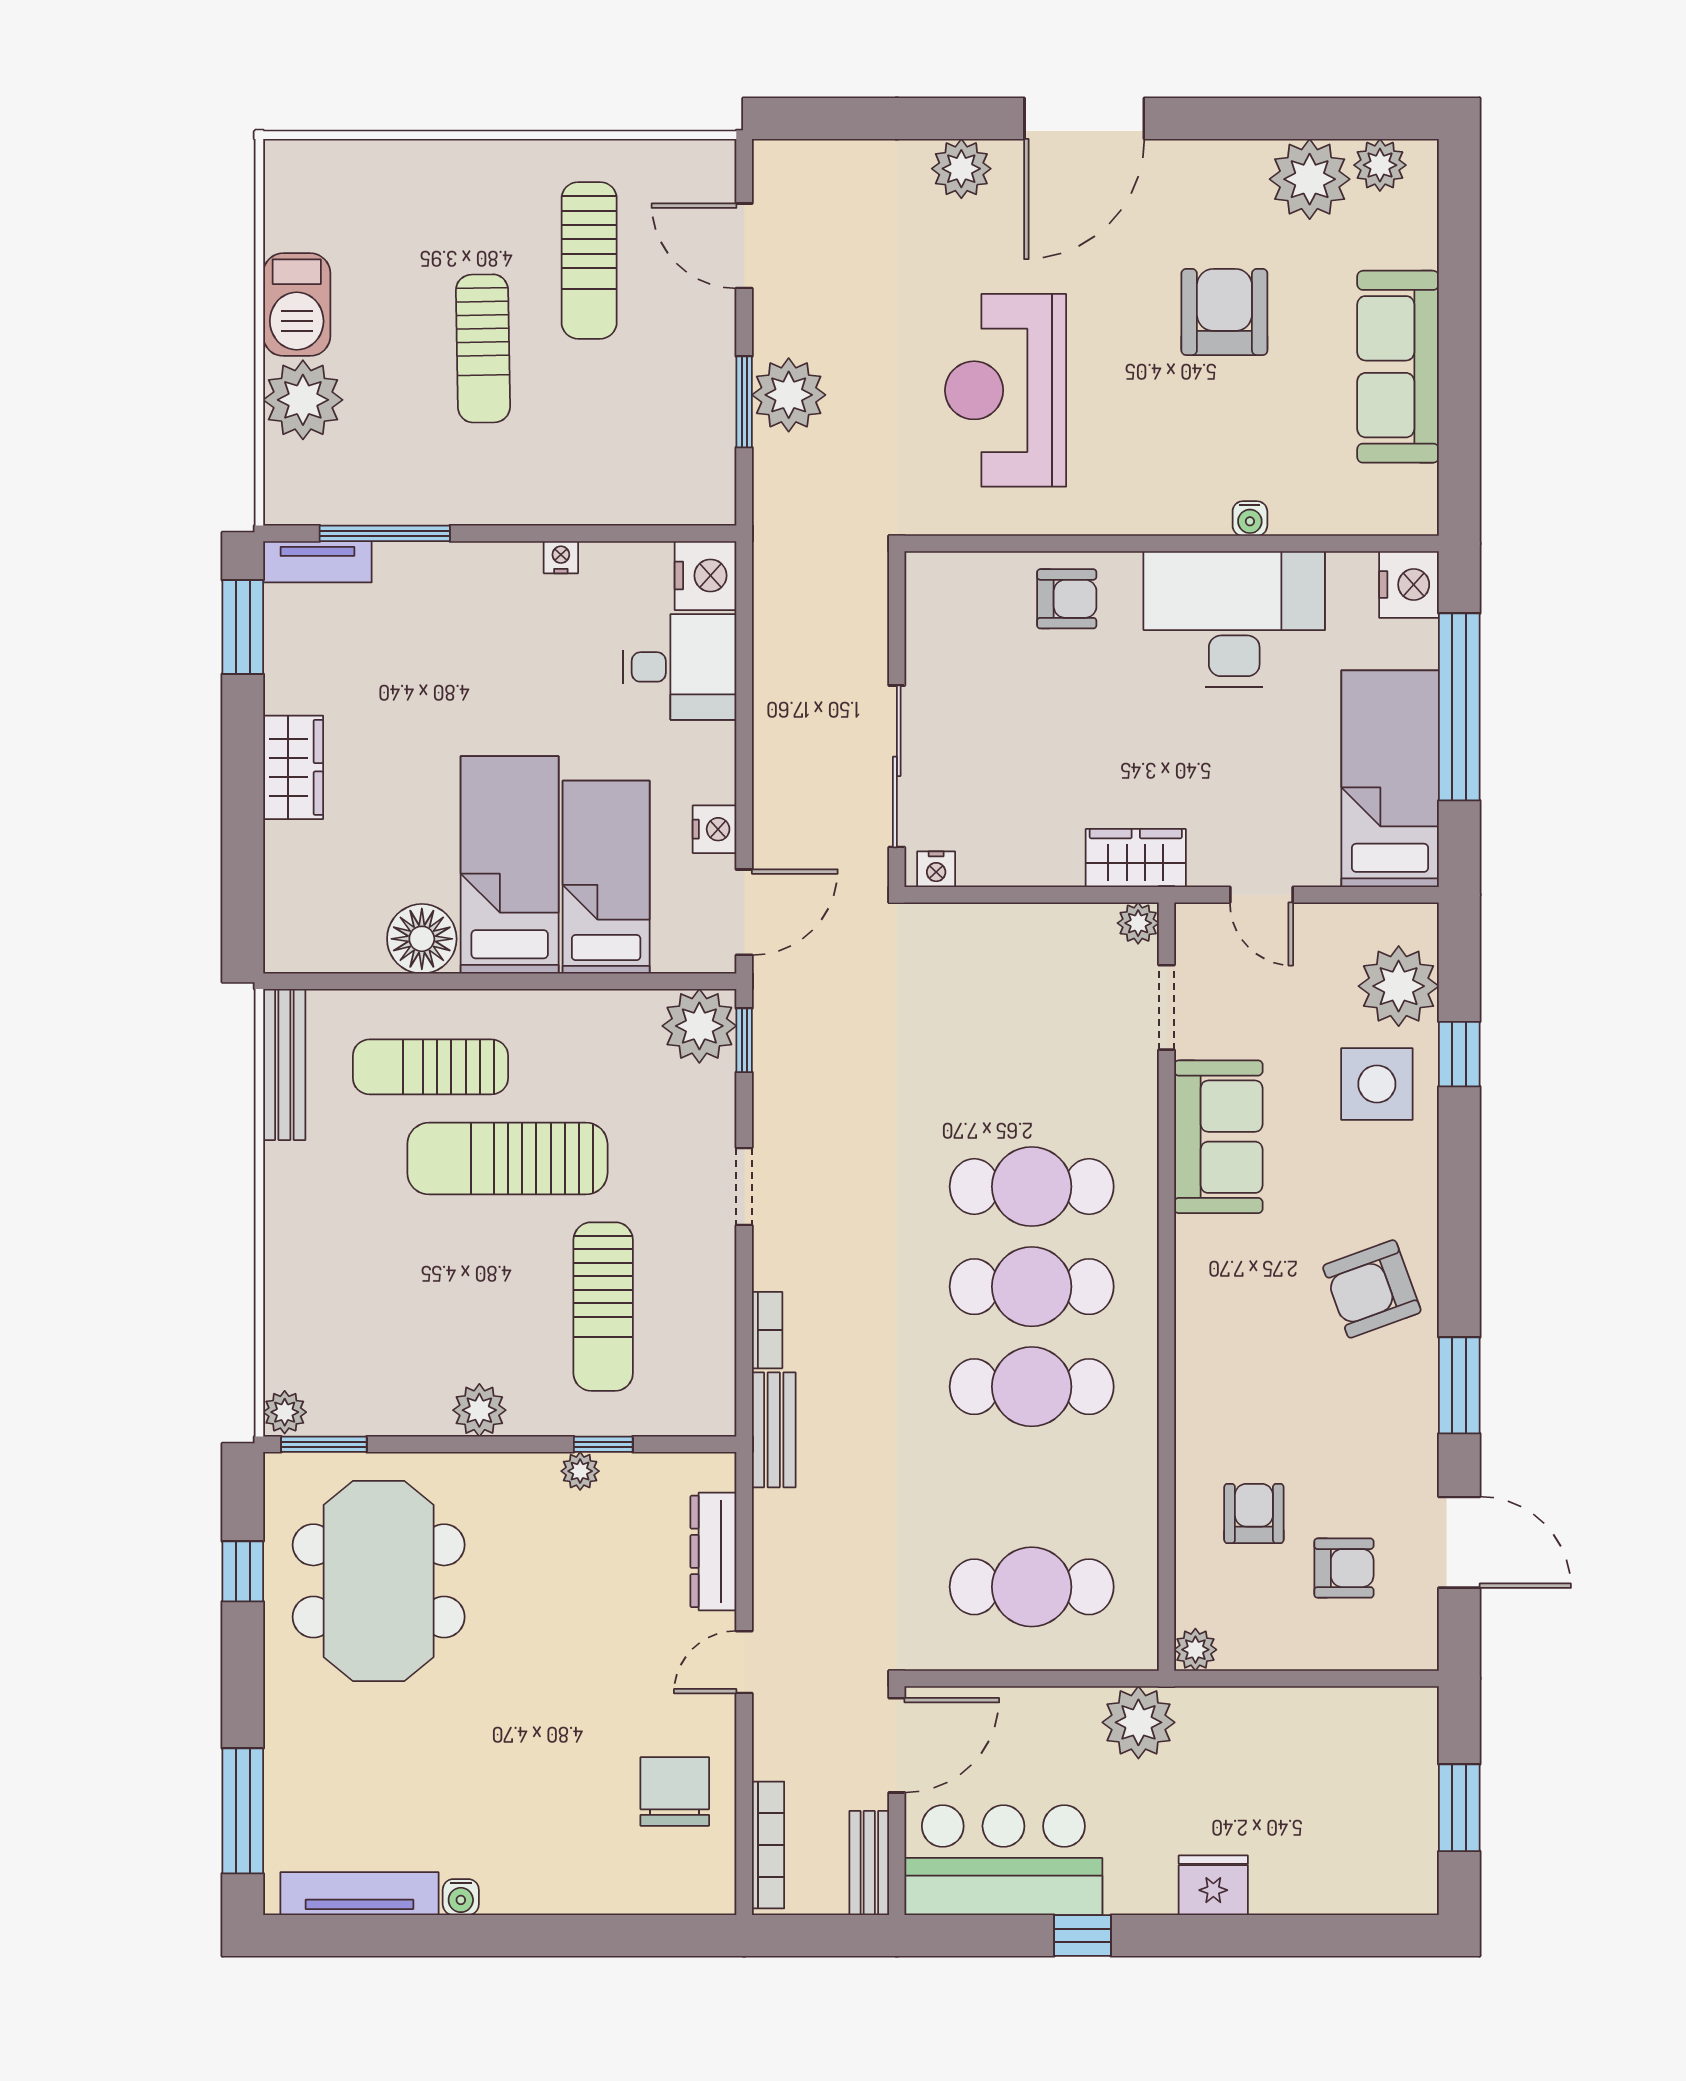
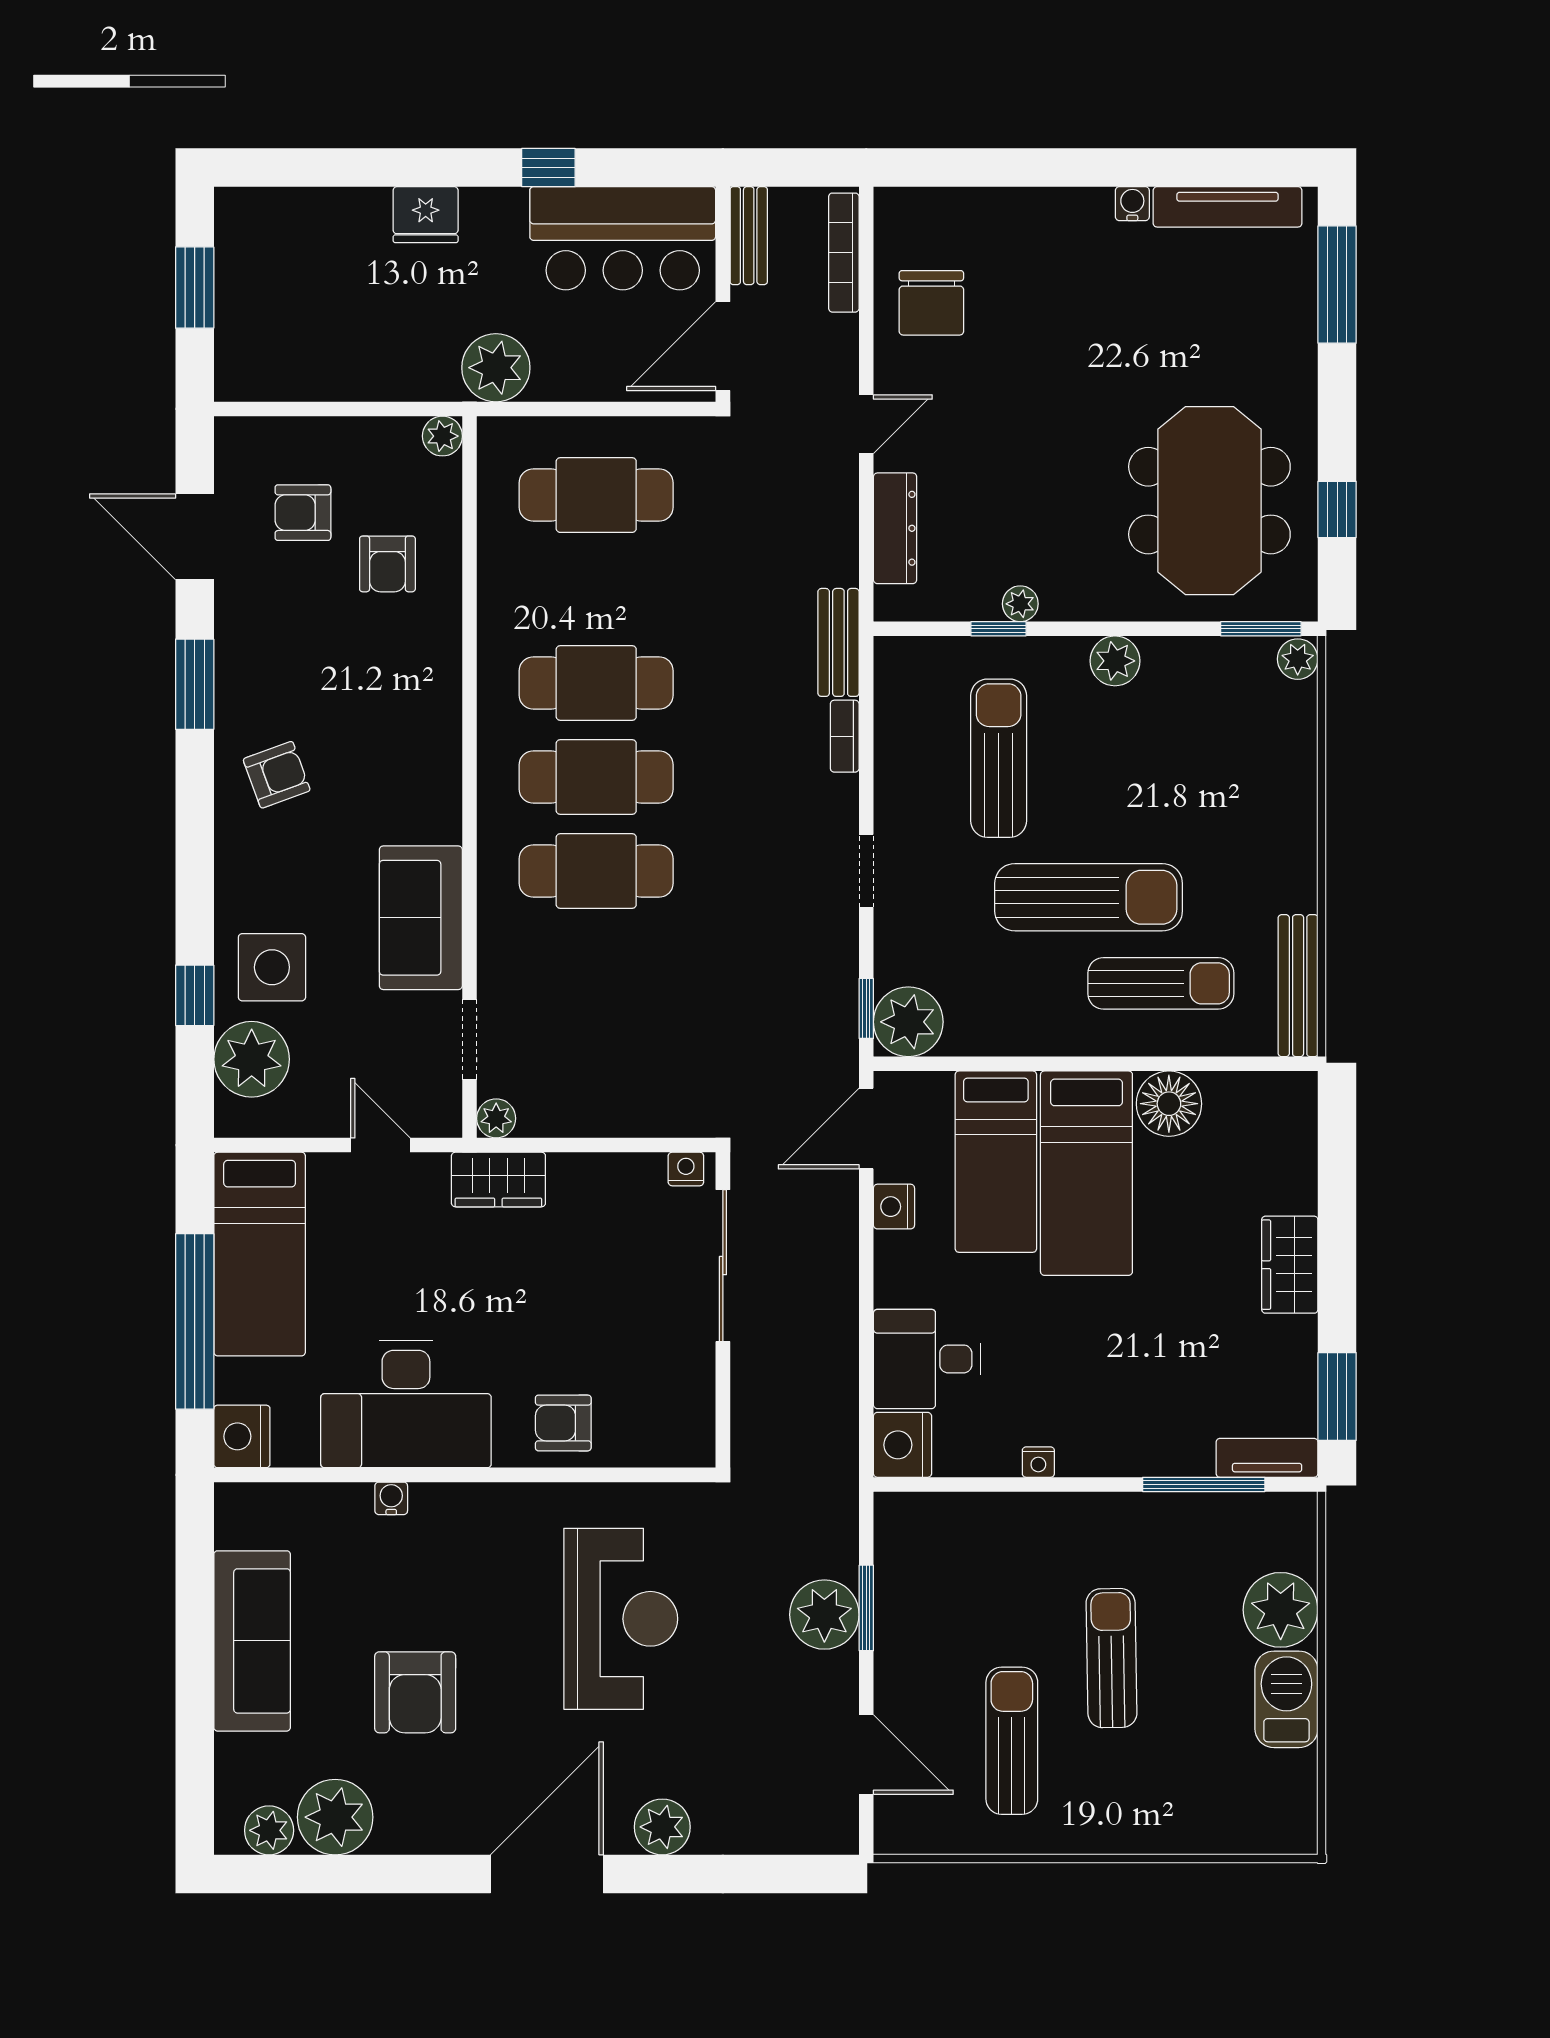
armchair: (1372, 1289) -> (277, 775), width x0.72, depth x0.72

